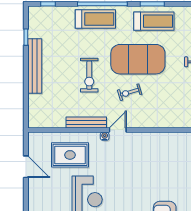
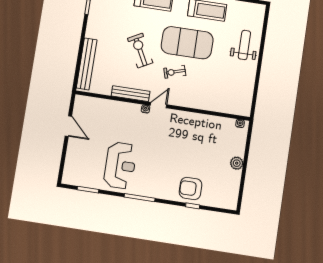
bench: (35, 66) -> (87, 64), moved
exercise bike: (89, 75) -> (140, 50), turned 152
rug: (70, 155) -> (111, 121), removed

